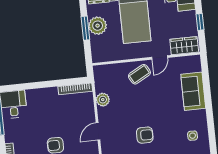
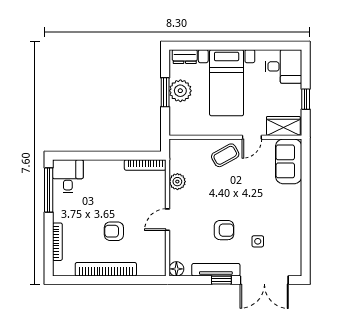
sofa: (193, 91) -> (289, 161), moved
side table: (193, 136) -> (258, 241), moved

